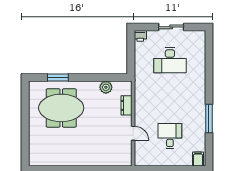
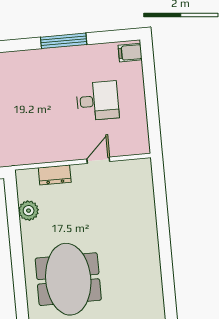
window: (58, 78) -> (20, 289), removed
desk: (170, 136) -> (98, 101), turned 180

